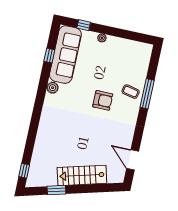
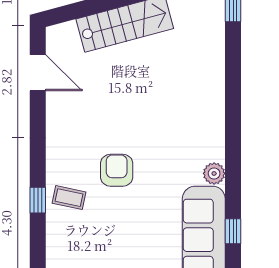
window: (147, 94) -> (38, 200), width x0.46
armchair: (103, 100) -> (117, 170), turned 90

